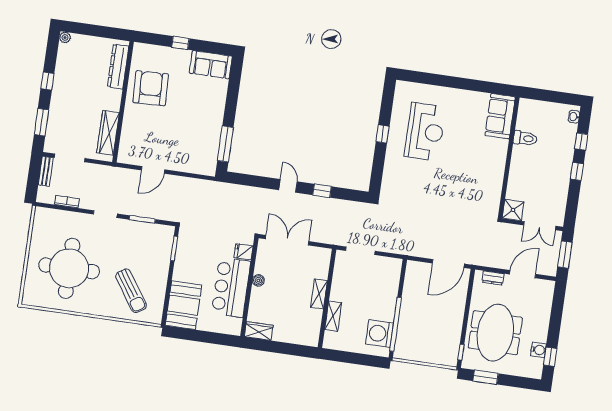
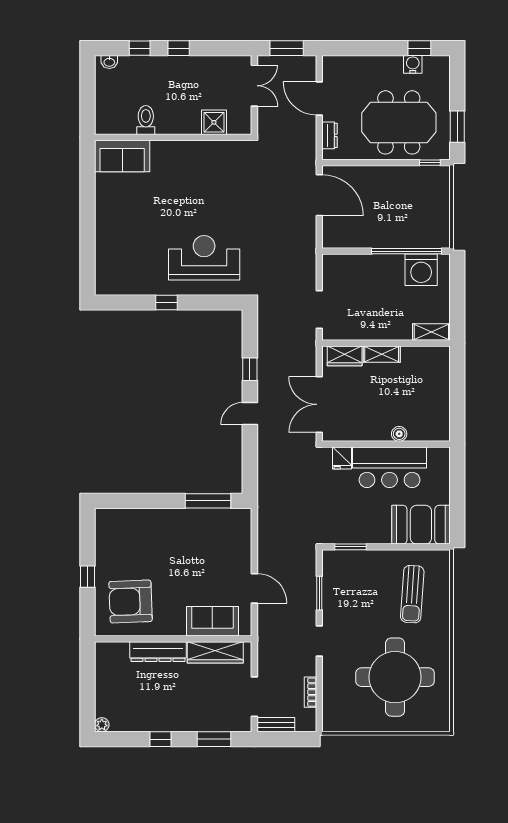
sofa: (211, 65) -> (212, 621), moved, turned -90
dresser: (118, 67) -> (158, 652), moved
armchair: (151, 88) -> (131, 601), moved
reception desk: (425, 132) -> (204, 258), moved
shower: (513, 210) -> (214, 122), moved
boiler: (258, 280) -> (399, 434), moved
sun lounger: (131, 291) -> (412, 594), turned 128
shelving: (333, 316) -> (431, 332), moved
wardrobe: (259, 331) -> (345, 356), moved, turned -90

